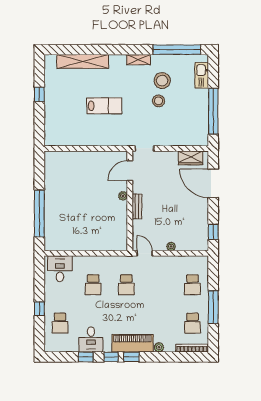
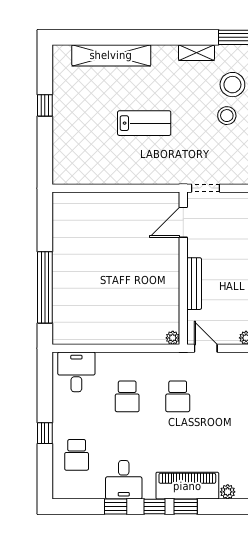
plant: (123, 196) -> (173, 338), moved
bench: (137, 206) -> (194, 284), width x1.36

